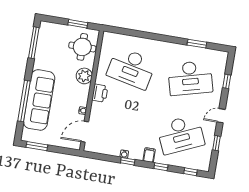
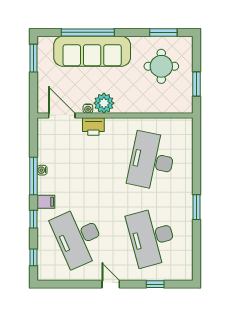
window: (34, 43) -> (163, 32), width x0.69
window: (197, 44) -> (197, 207), moved
round table: (82, 47) -> (161, 66), moved
plant: (84, 76) -> (104, 103), moved
printer: (100, 93) -> (93, 126), moved
window: (216, 143) -> (75, 284), removed
window: (128, 161) -> (34, 176), width x2.17

